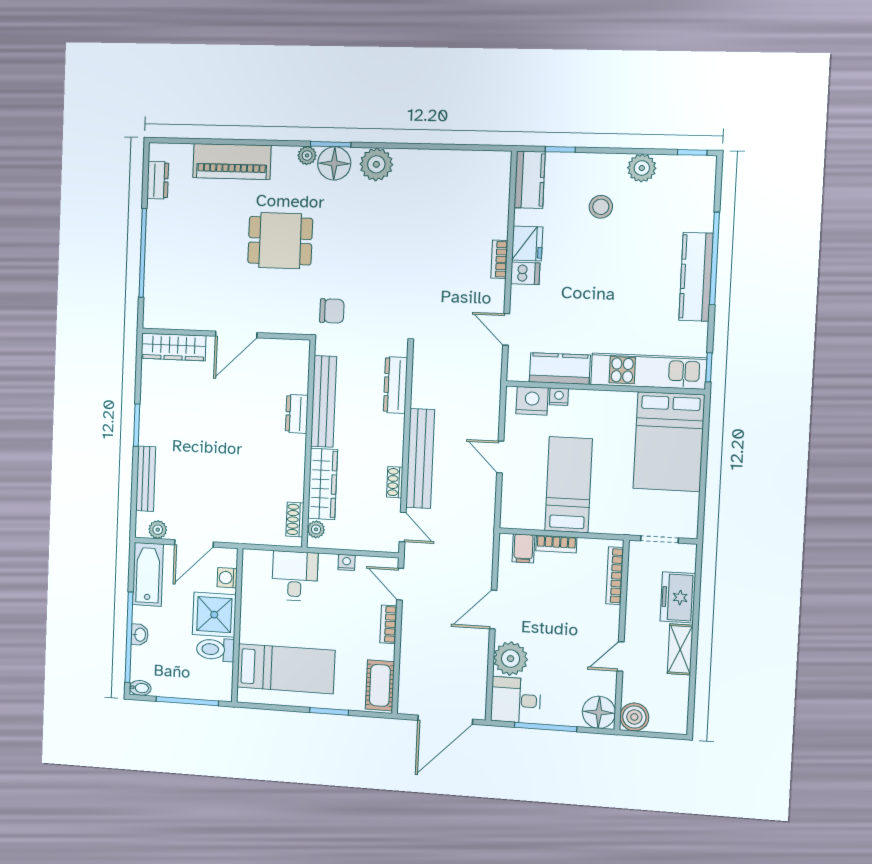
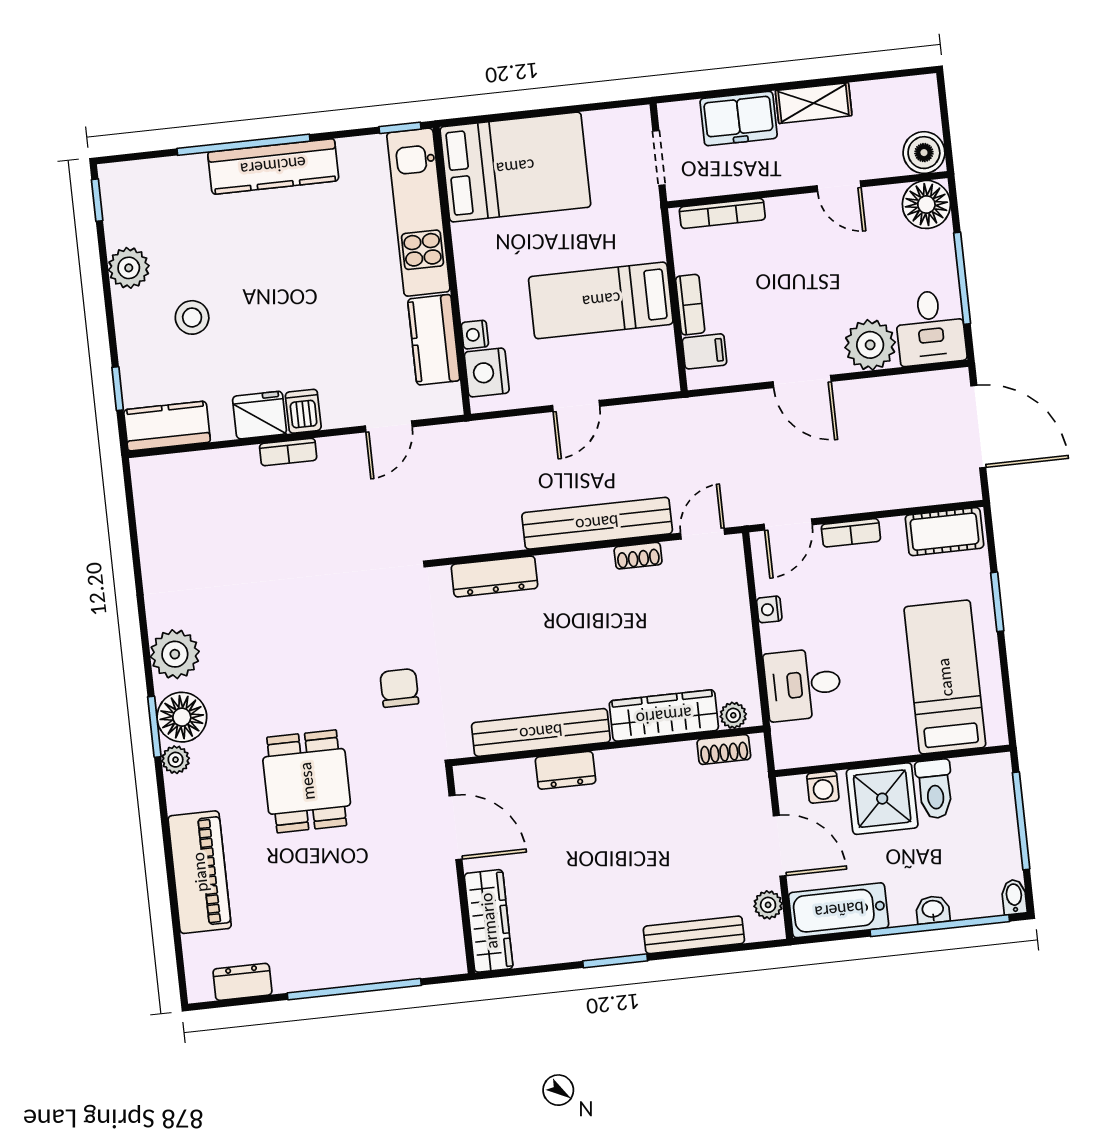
bench: (324, 401) -> (541, 732), moved
dresser: (297, 414) -> (566, 770), moved
wall: (308, 444) -> (608, 746), moved
wardrobe: (323, 484) -> (664, 716), moved
shoe rack: (295, 520) -> (724, 749), moved
plant: (316, 529) -> (733, 715), moved

